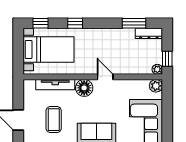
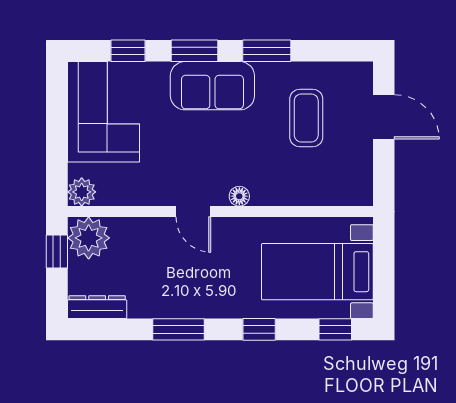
window: (134, 23) -> (179, 329), moved
plant: (157, 69) -> (89, 238), width x1.87, depth x1.87
tv unit: (55, 85) -> (303, 195), removed
floor lamp: (84, 88) -> (239, 196), width x0.53, depth x0.53

